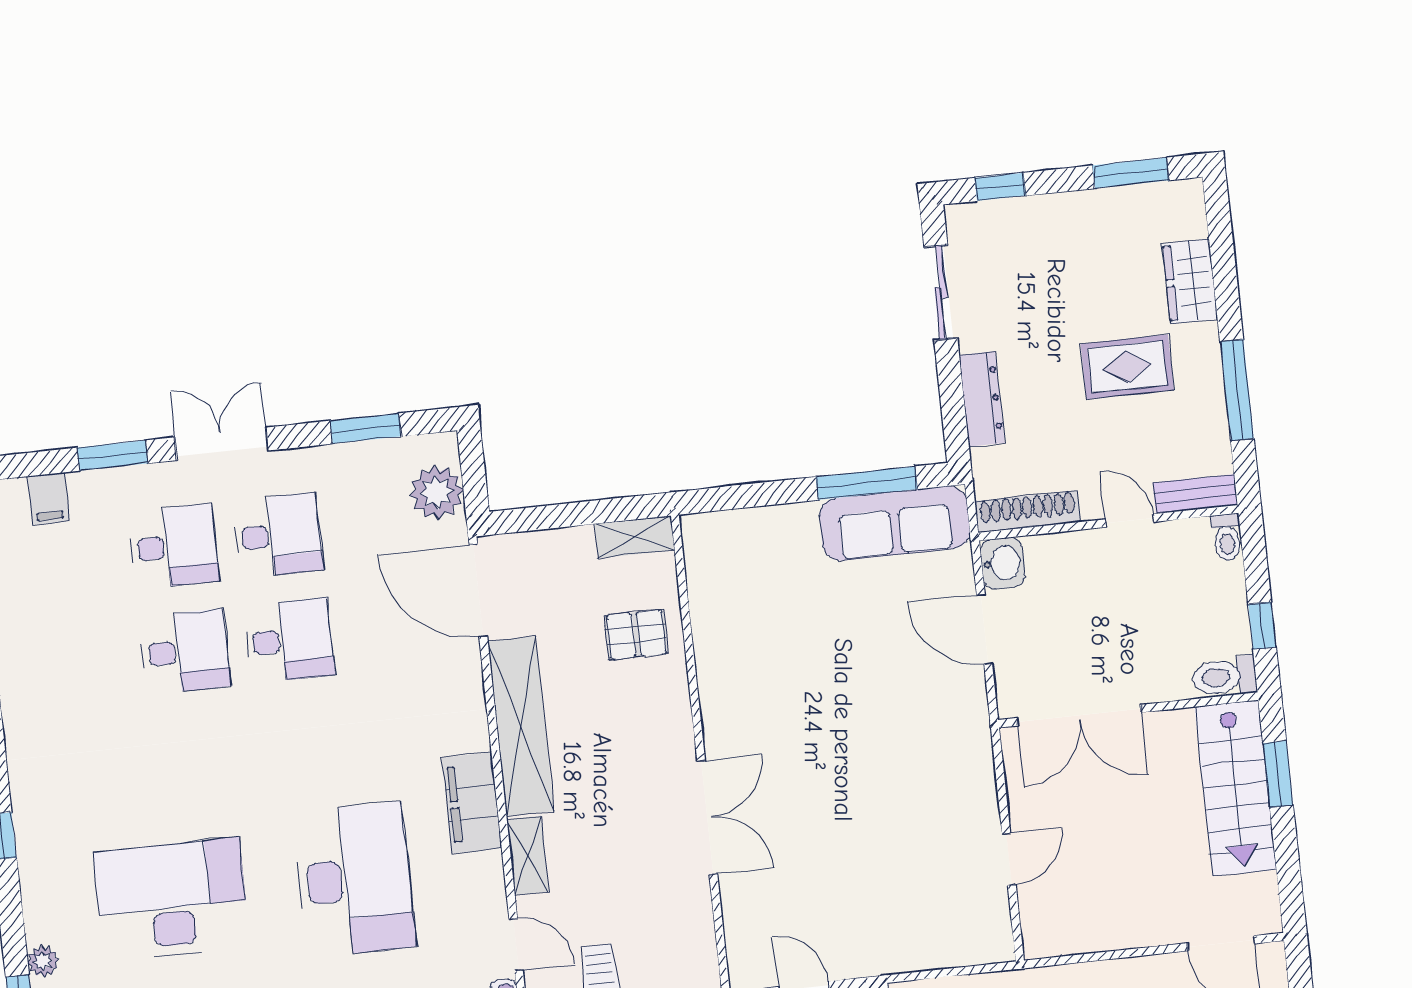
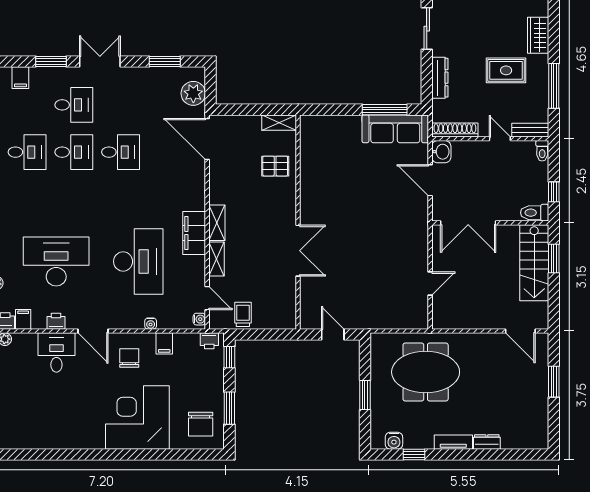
desk: (278, 535) -> (27, 152), moved
shelving: (521, 726) -> (217, 223), width x0.45, depth x0.75

